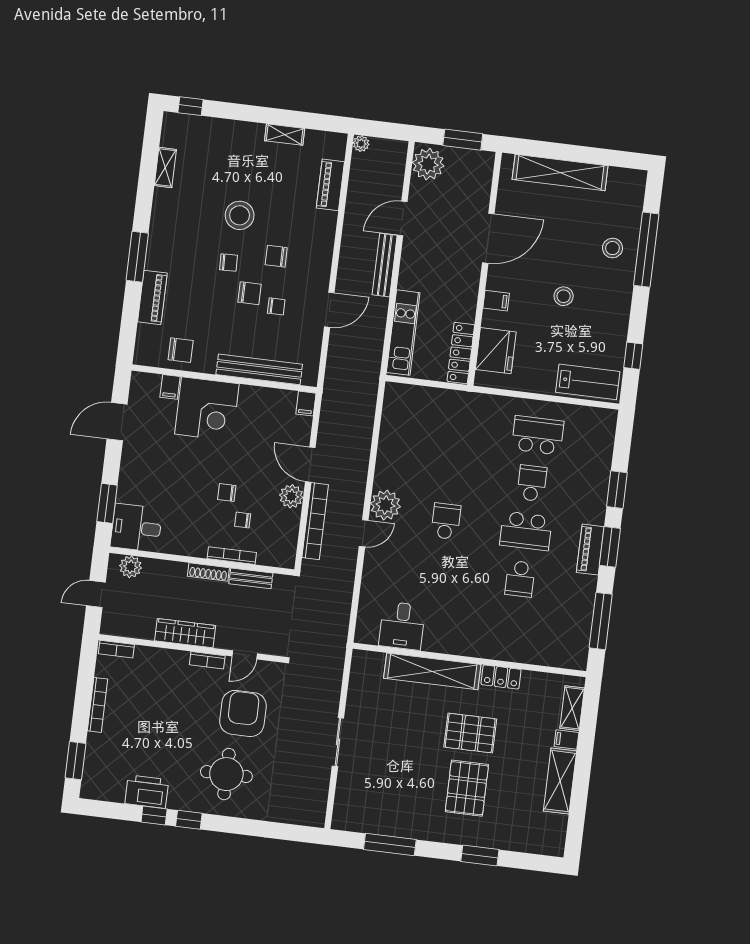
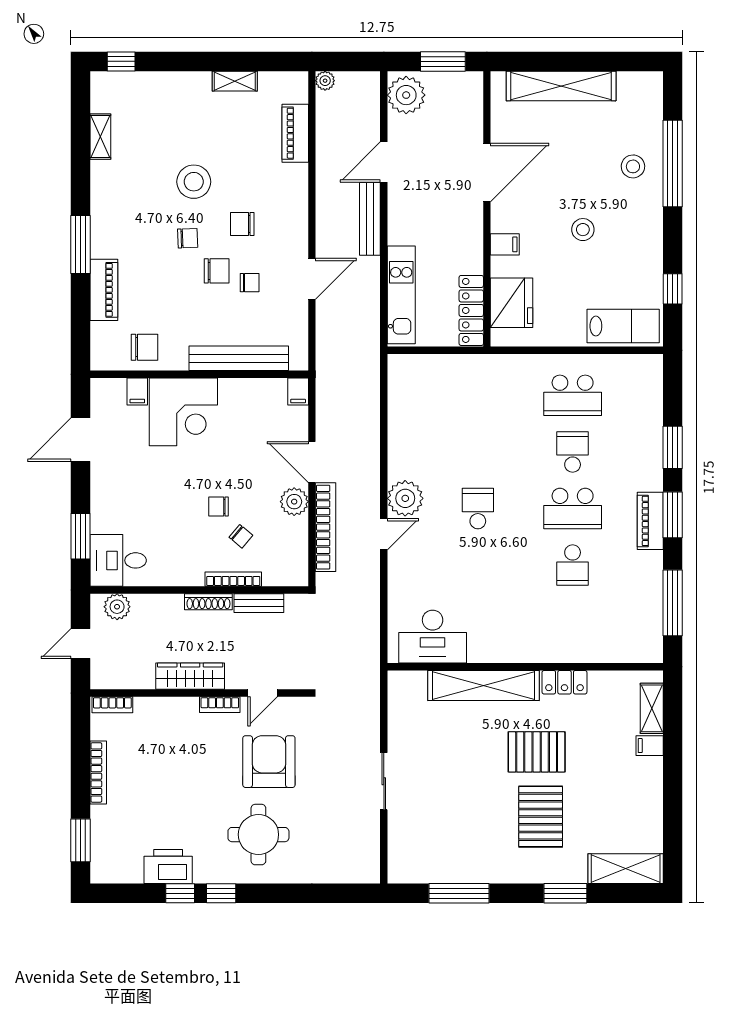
school desk: (538, 435) -> (573, 395), turned 180
chair: (243, 520) -> (241, 536), turned -140
desk: (402, 626) -> (433, 637), width x1.37
shelving: (560, 781) -> (626, 869), moved, turned 90

